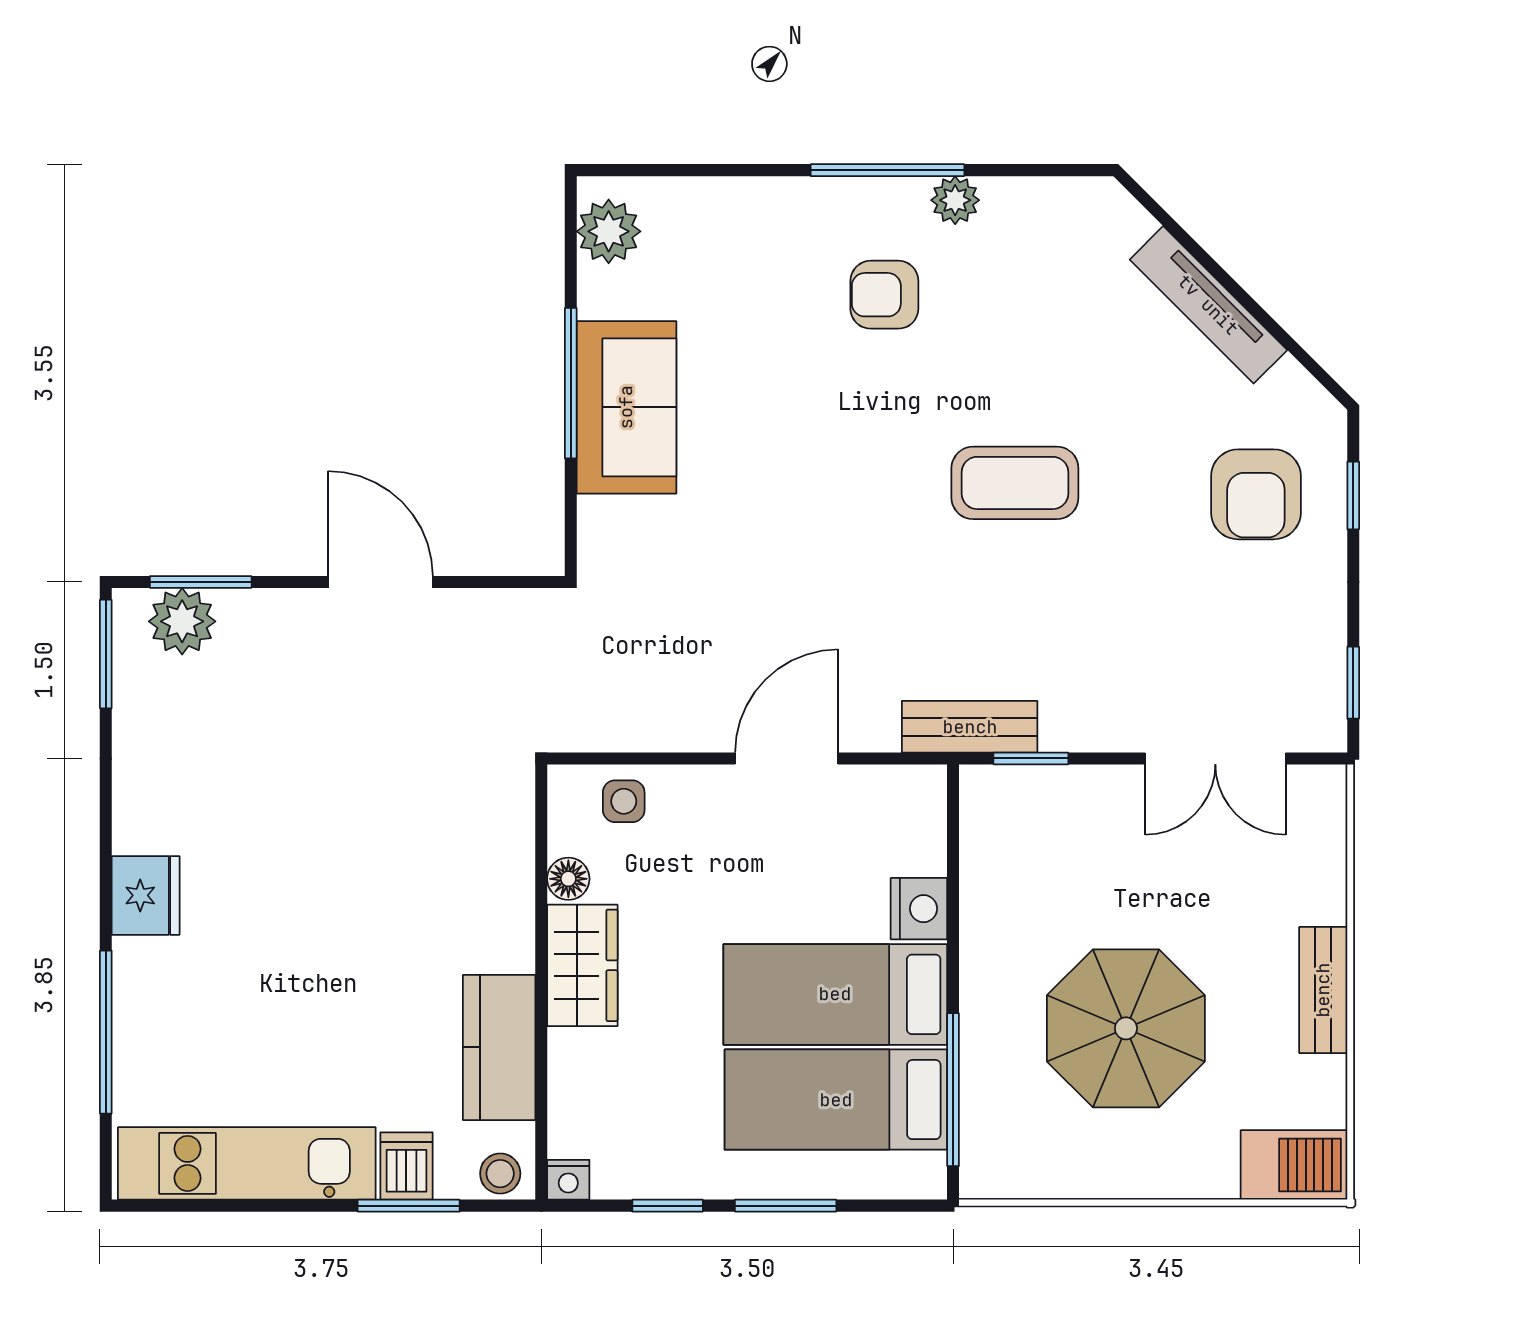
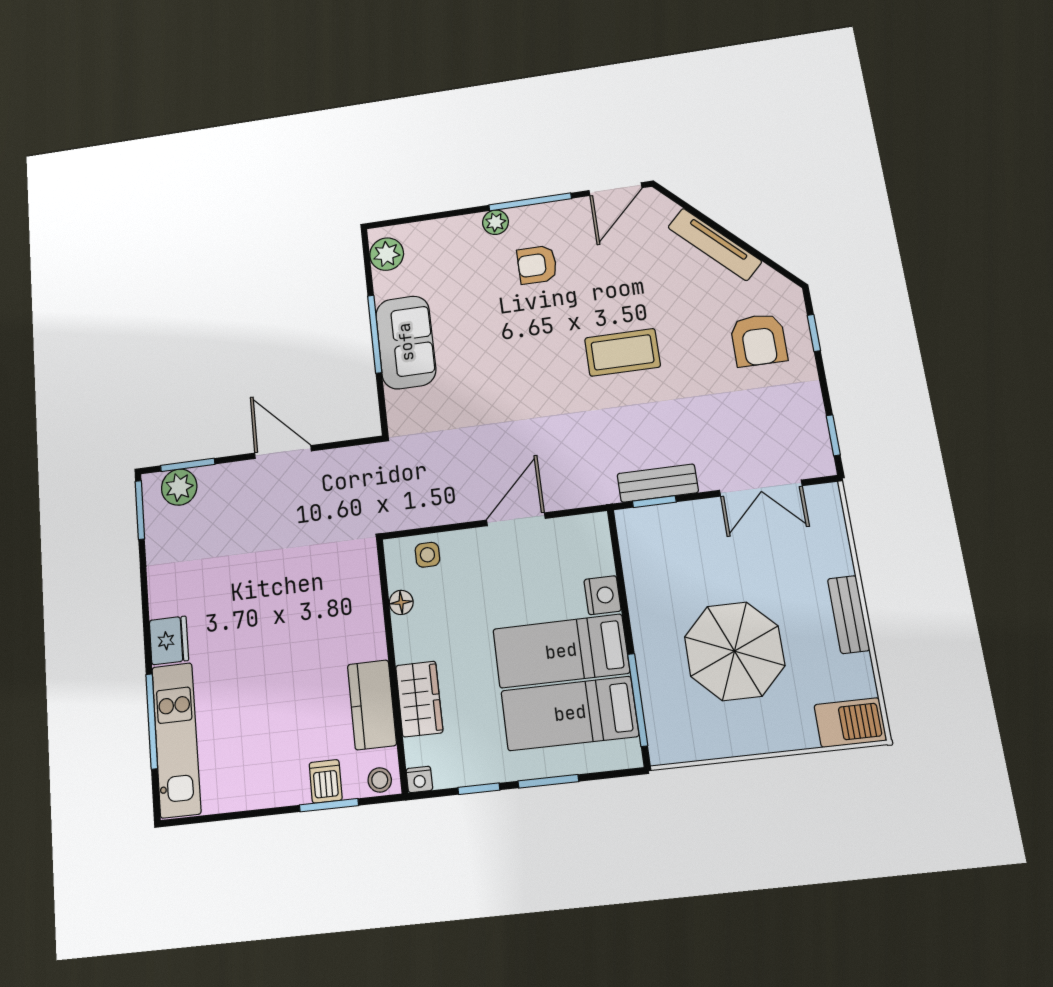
door: (1047, 170) -> (615, 189), added
plant: (955, 200) -> (496, 222), moved
bench: (970, 727) -> (658, 483), moved
wardrobe: (582, 965) -> (419, 699), moved
kitchen unit: (247, 1163) -> (176, 740), moved, turned 90

